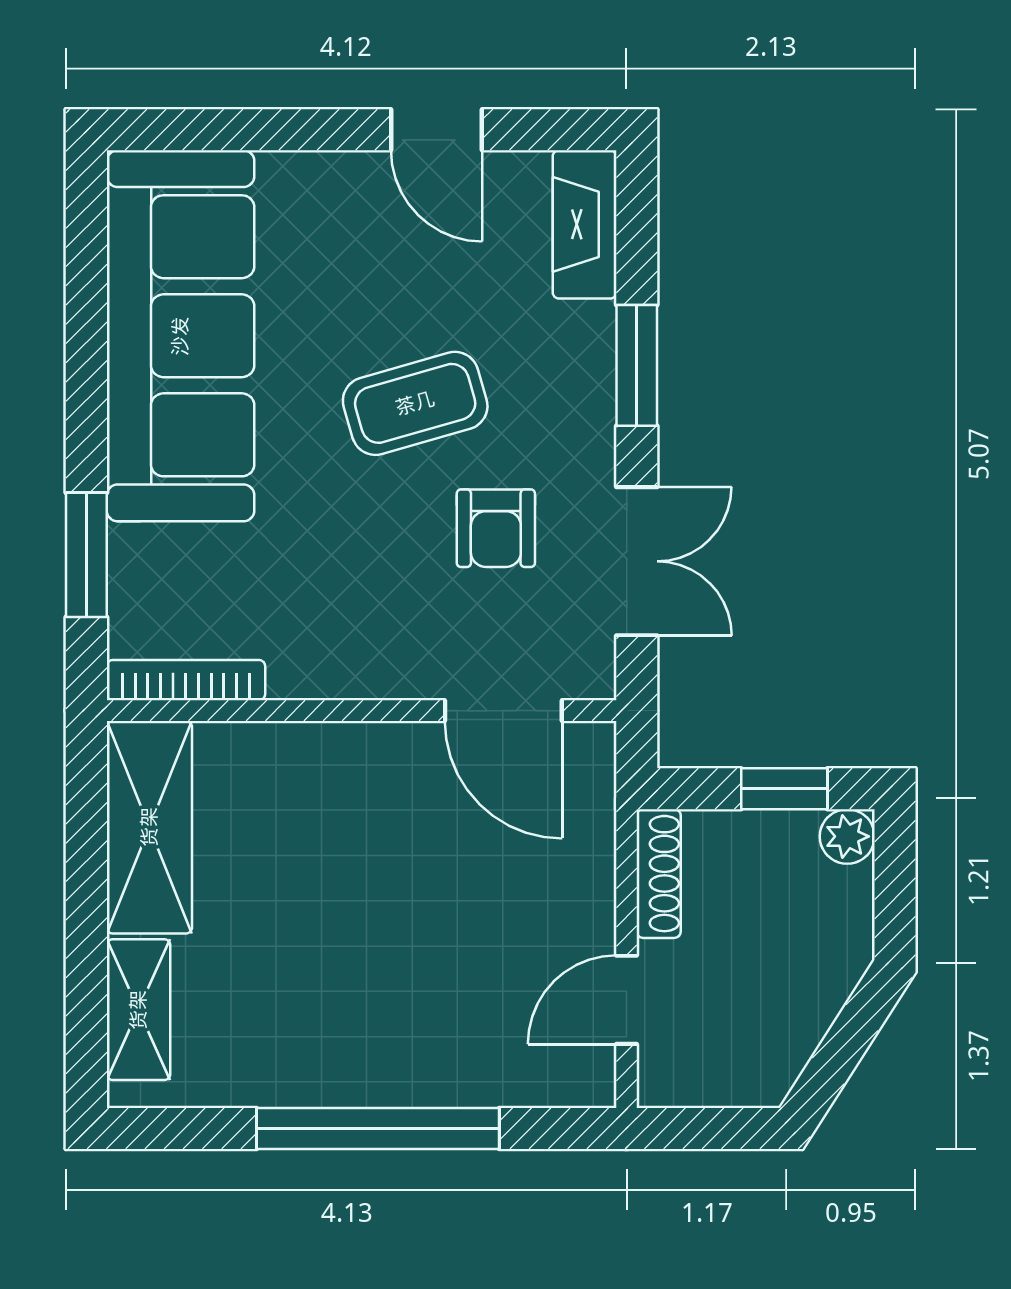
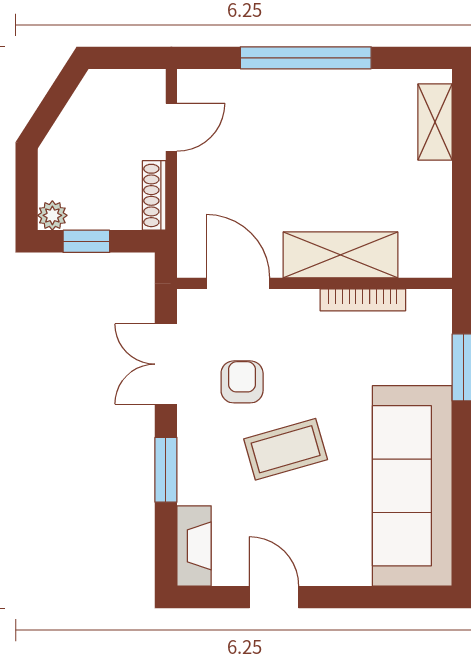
bookcase: (186, 680) -> (363, 300), moved
shelving: (149, 827) -> (341, 255), moved, turned 90

